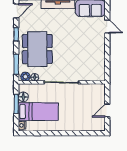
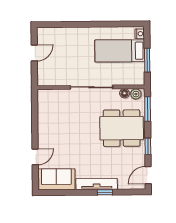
door: (107, 27) -> (35, 157), swing flipped
dining table: (37, 49) -> (122, 128), turned 90
floor lamp: (23, 97) -> (138, 69), removed

